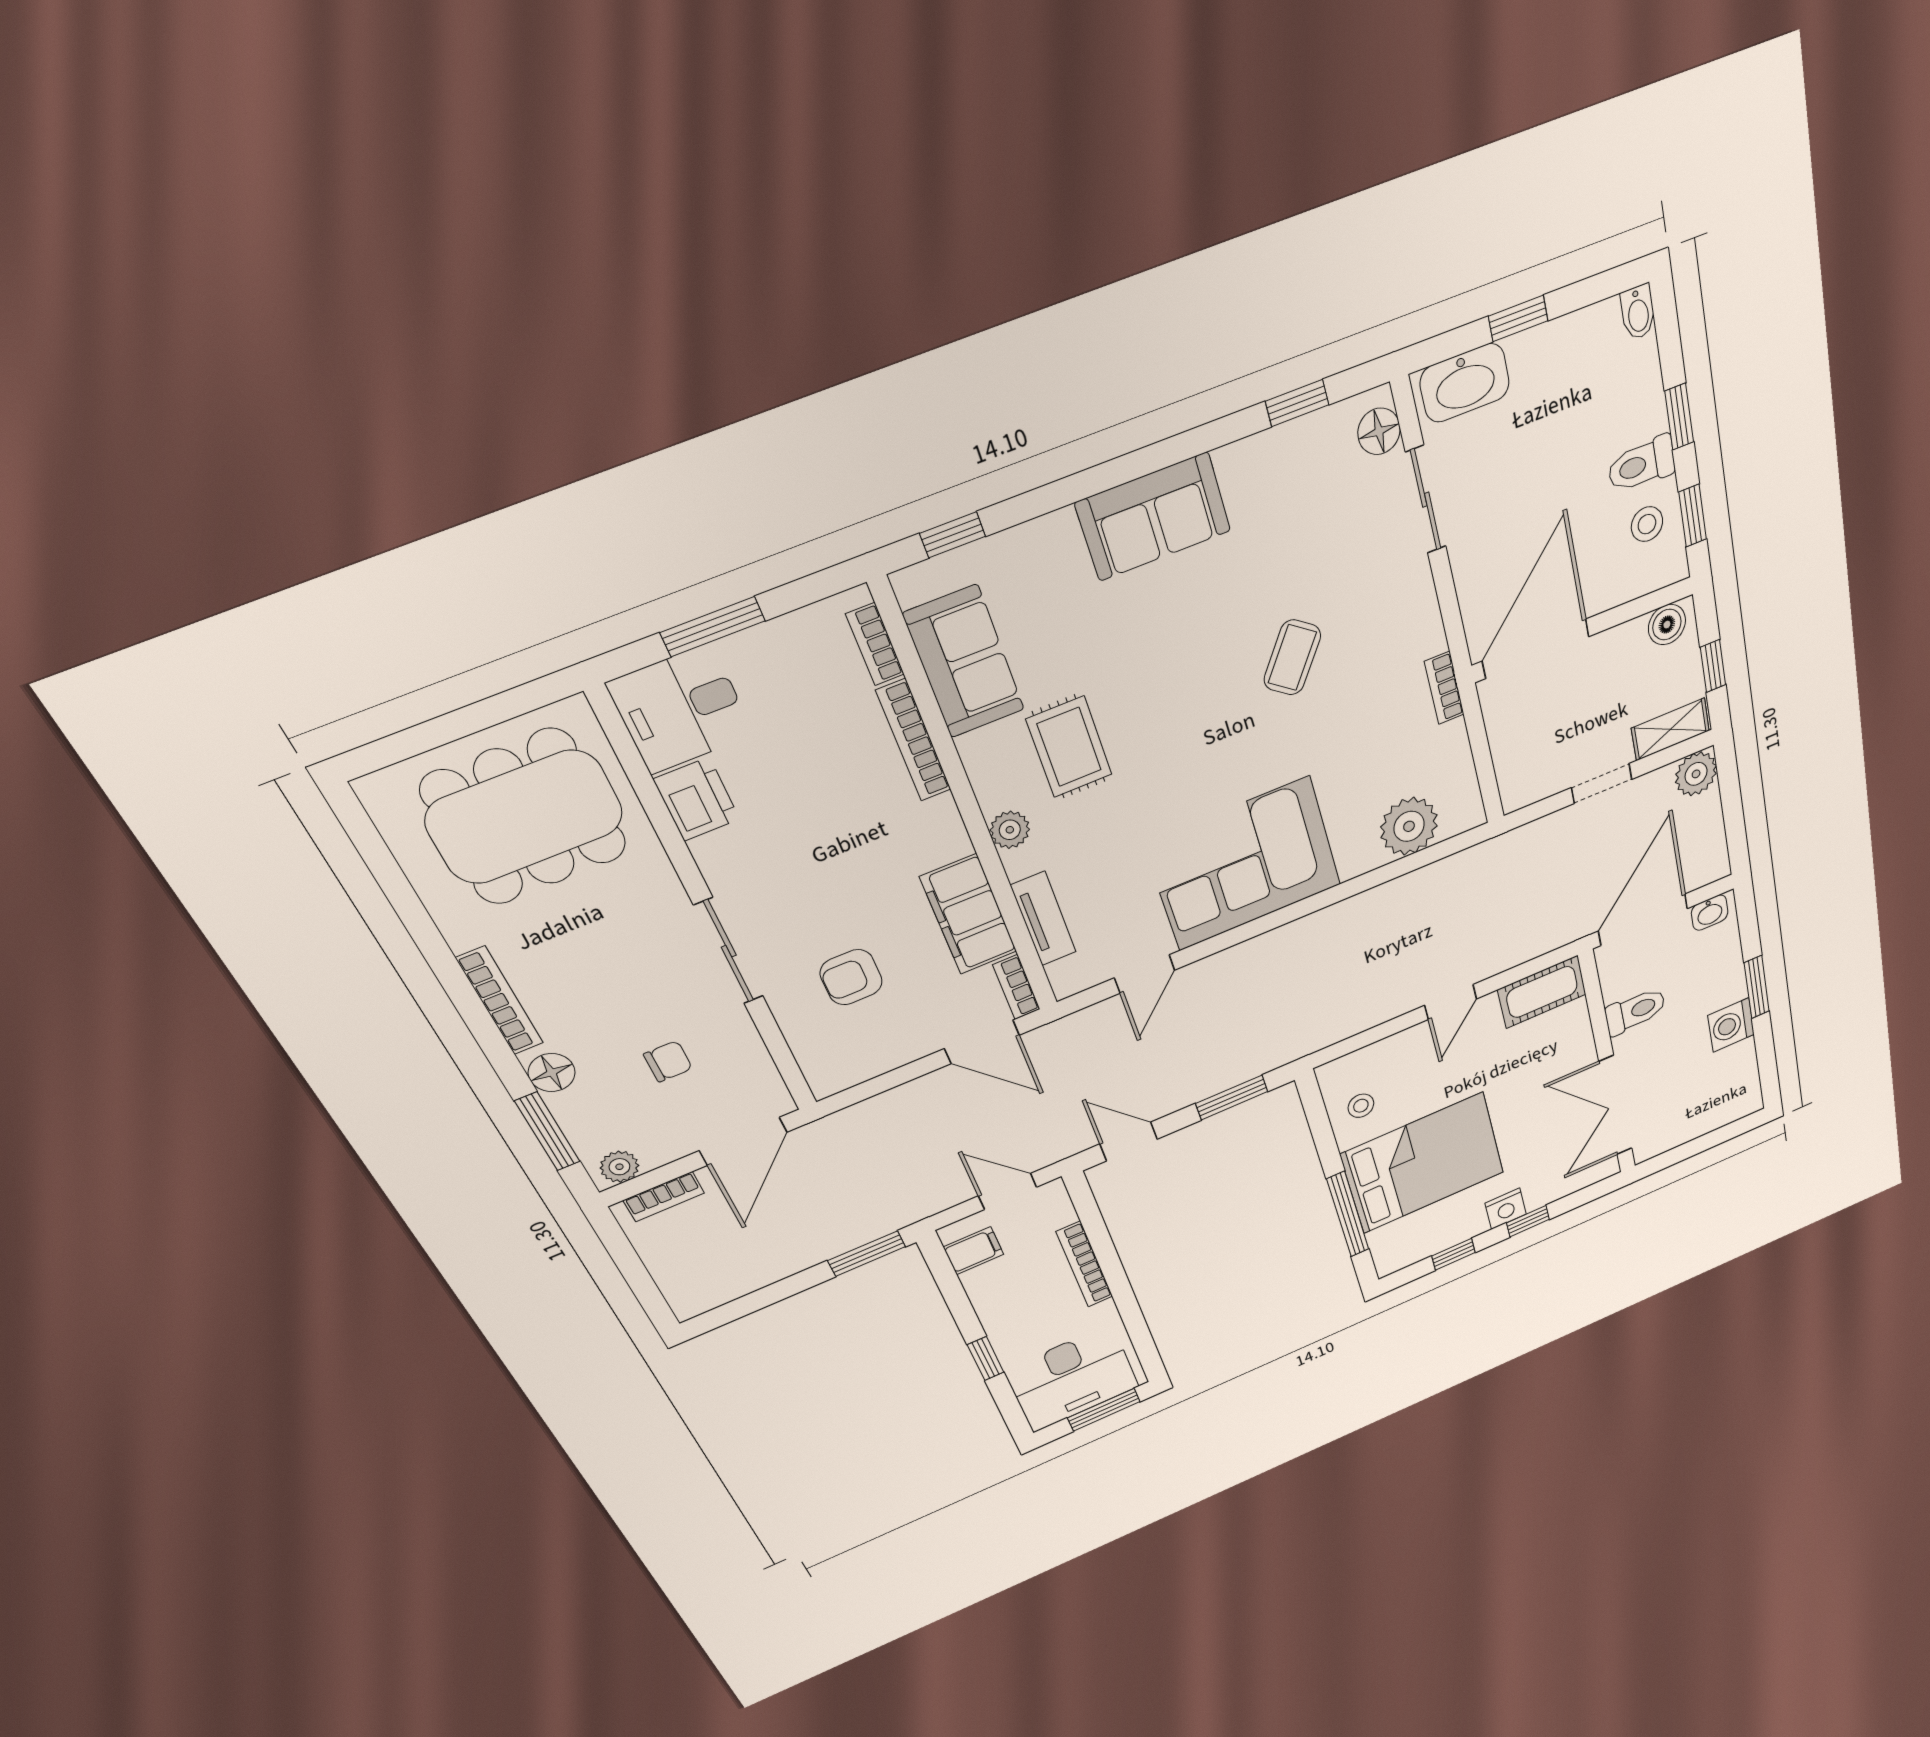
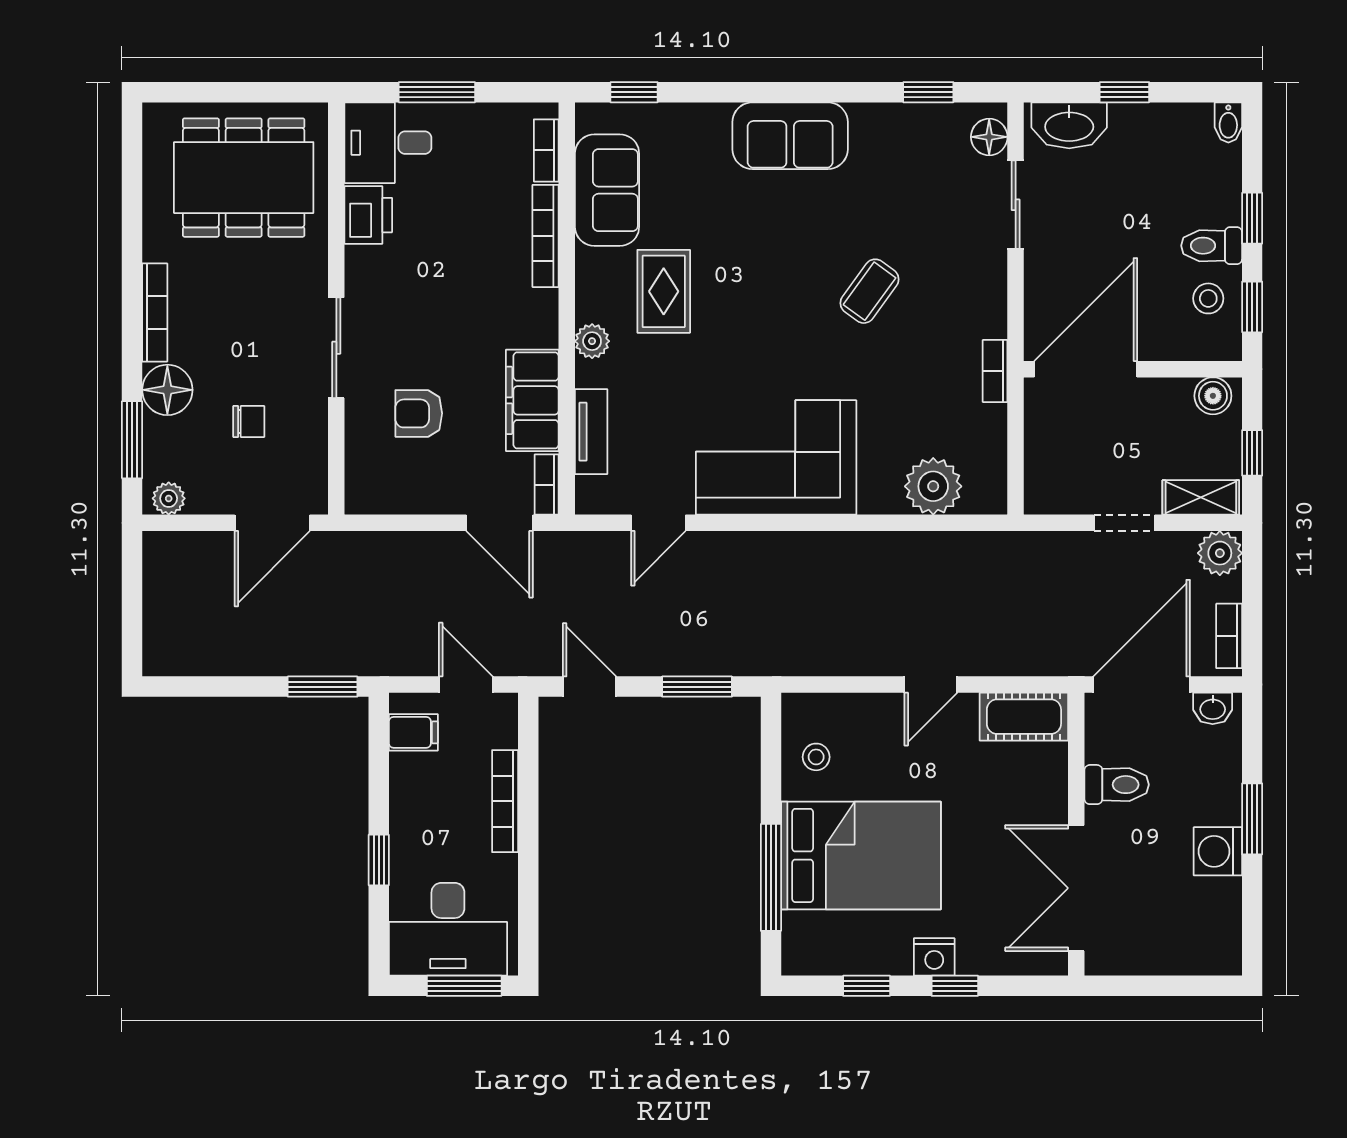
floor lamp: (552, 1073) -> (167, 390), width x1.38, depth x1.38
bookcase: (664, 1197) -> (1229, 636), moved, turned 90

